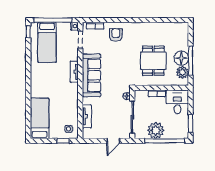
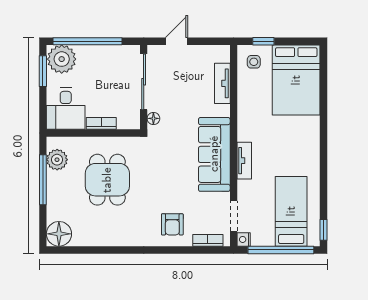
floor lamp: (181, 58) -> (59, 234), moved
bed: (40, 118) -> (296, 80), width x1.50
plant: (156, 130) -> (62, 59), moved

